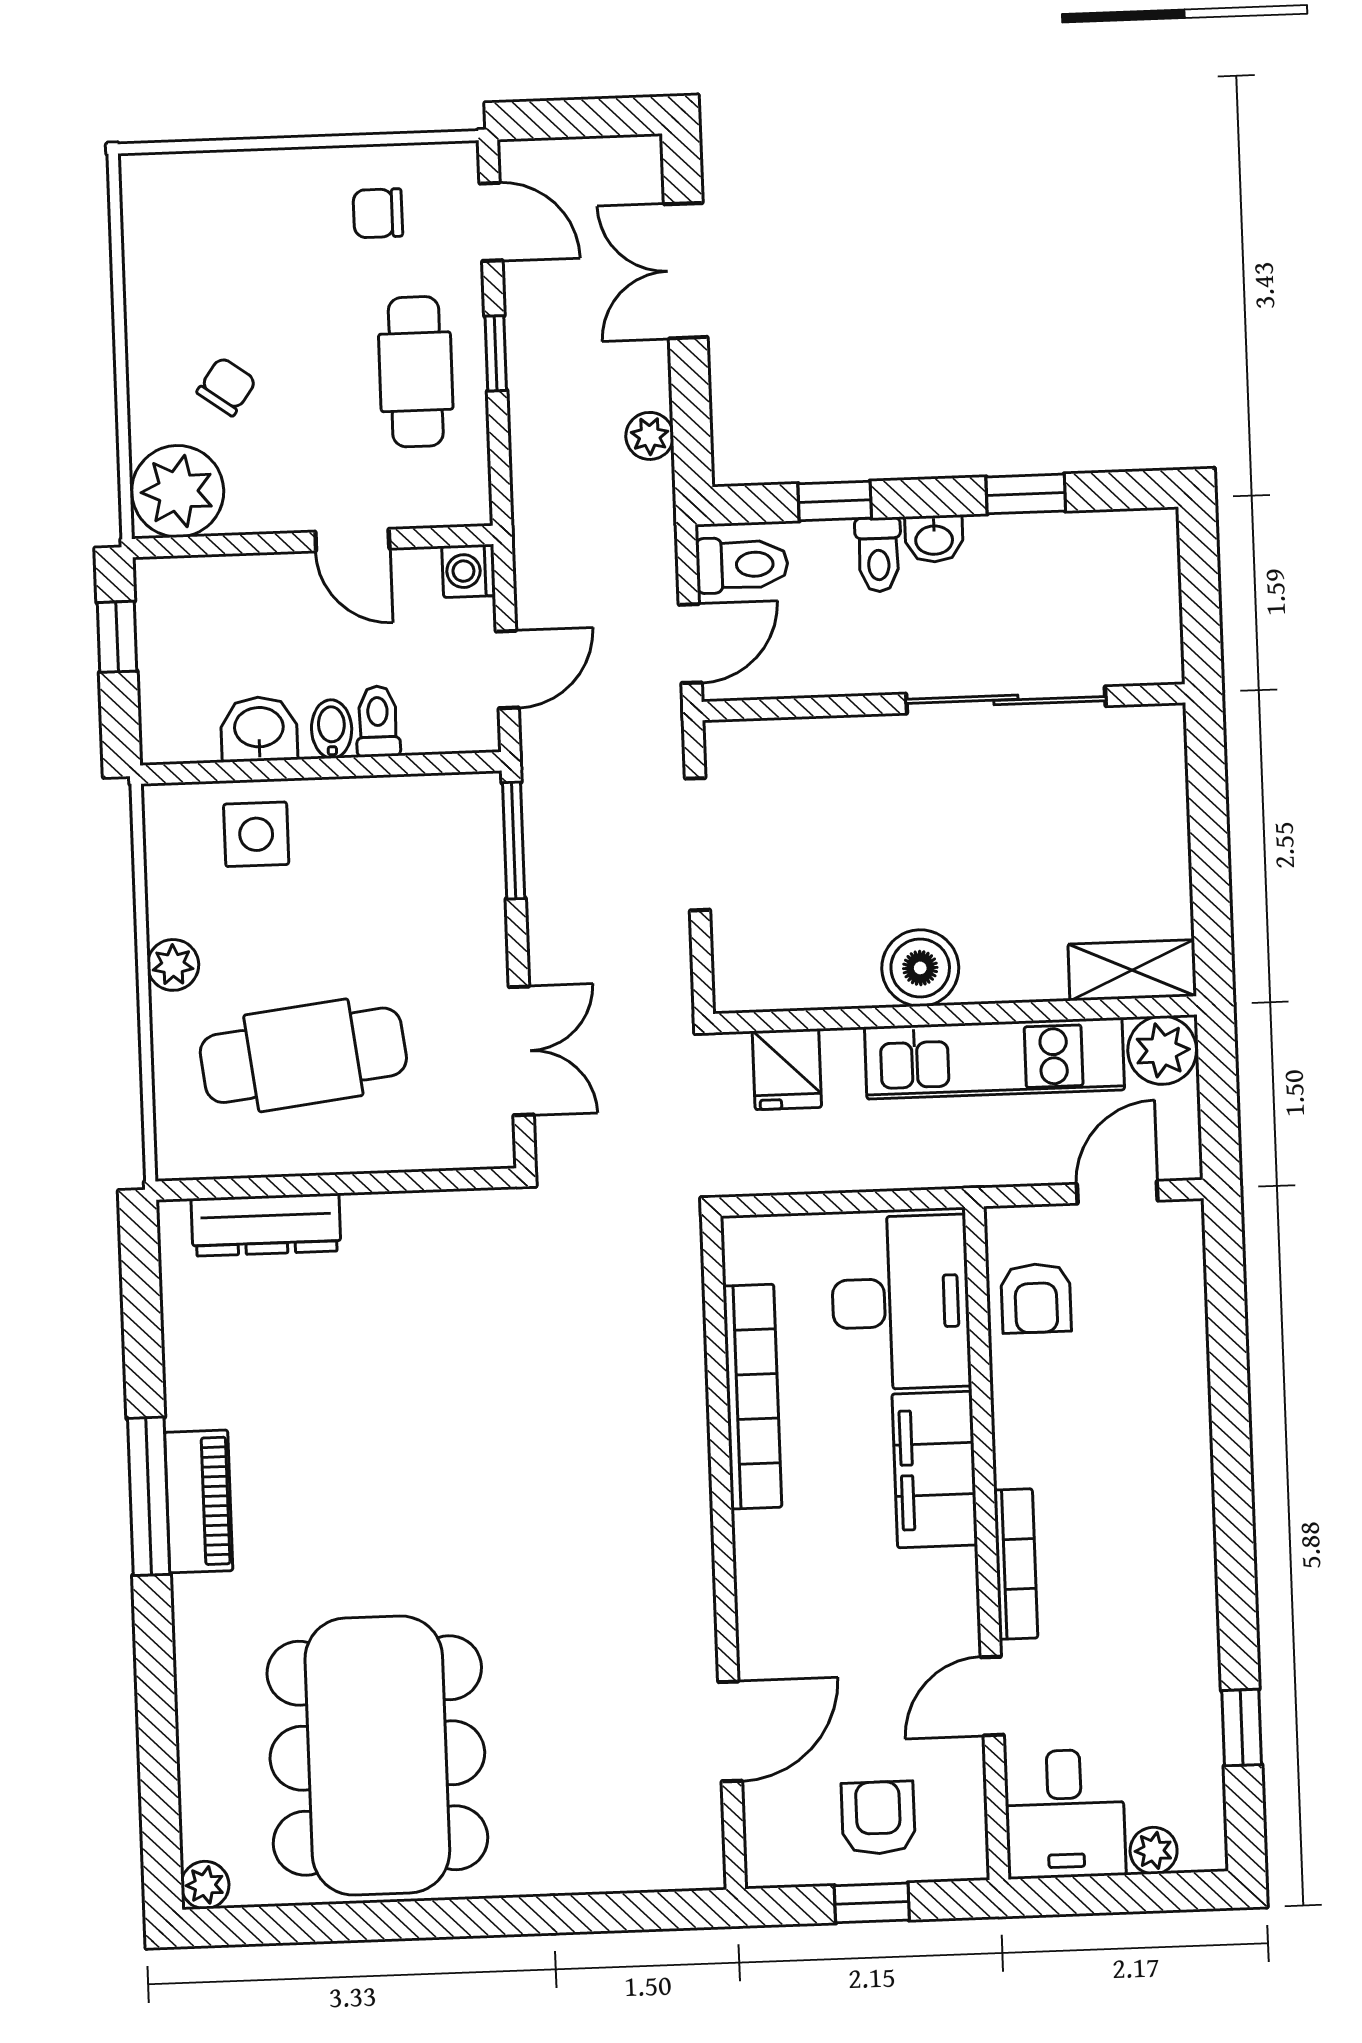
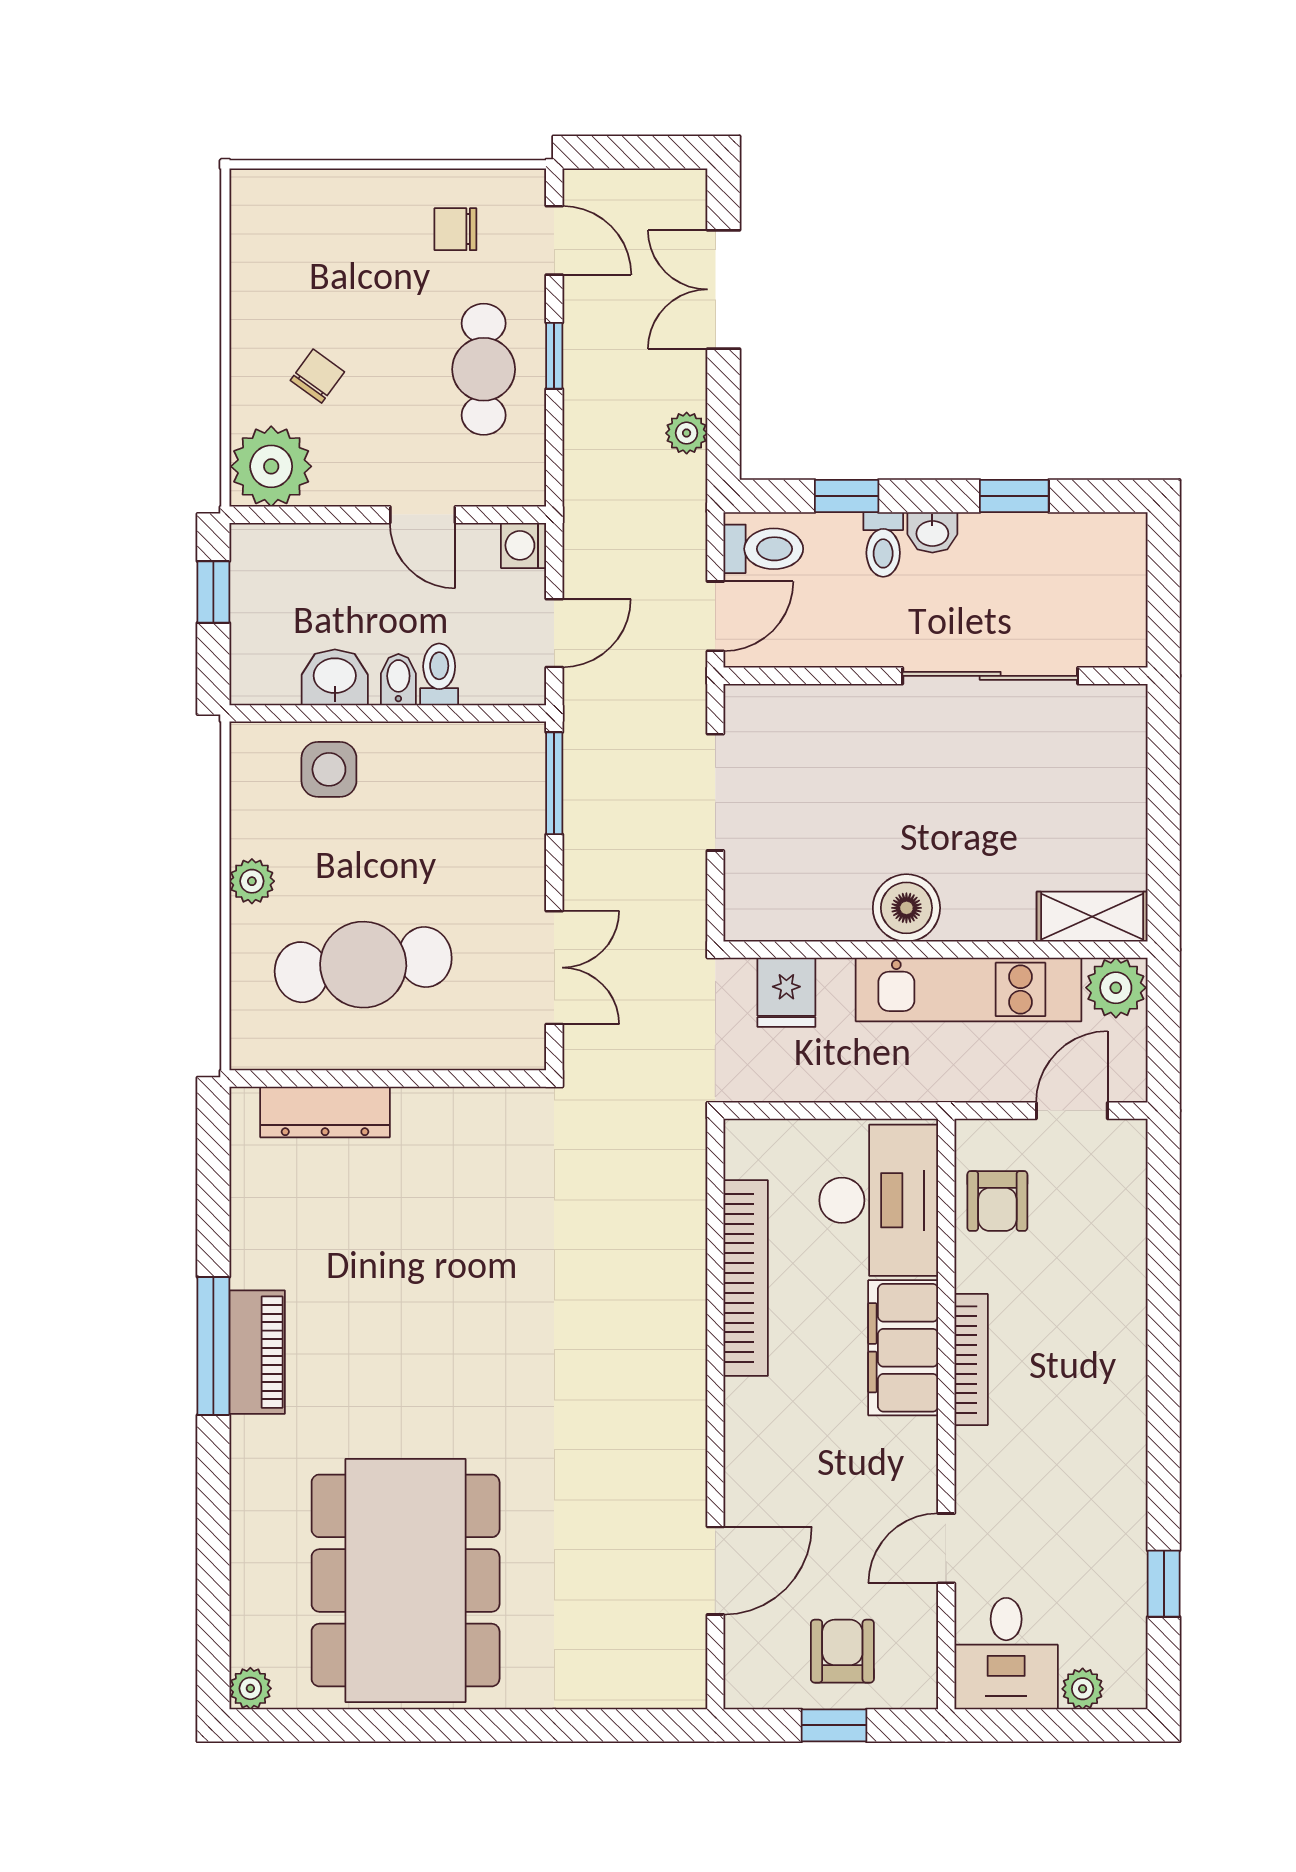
bookcase: (1016, 1564) -> (971, 1360), moved

